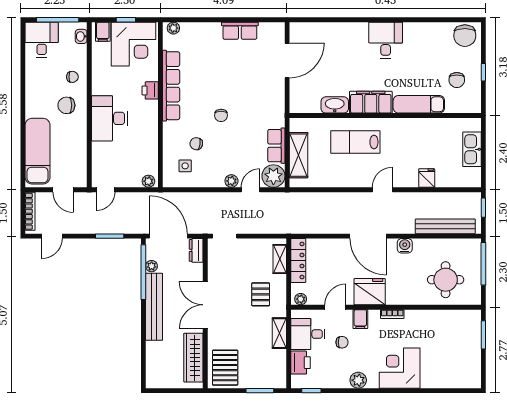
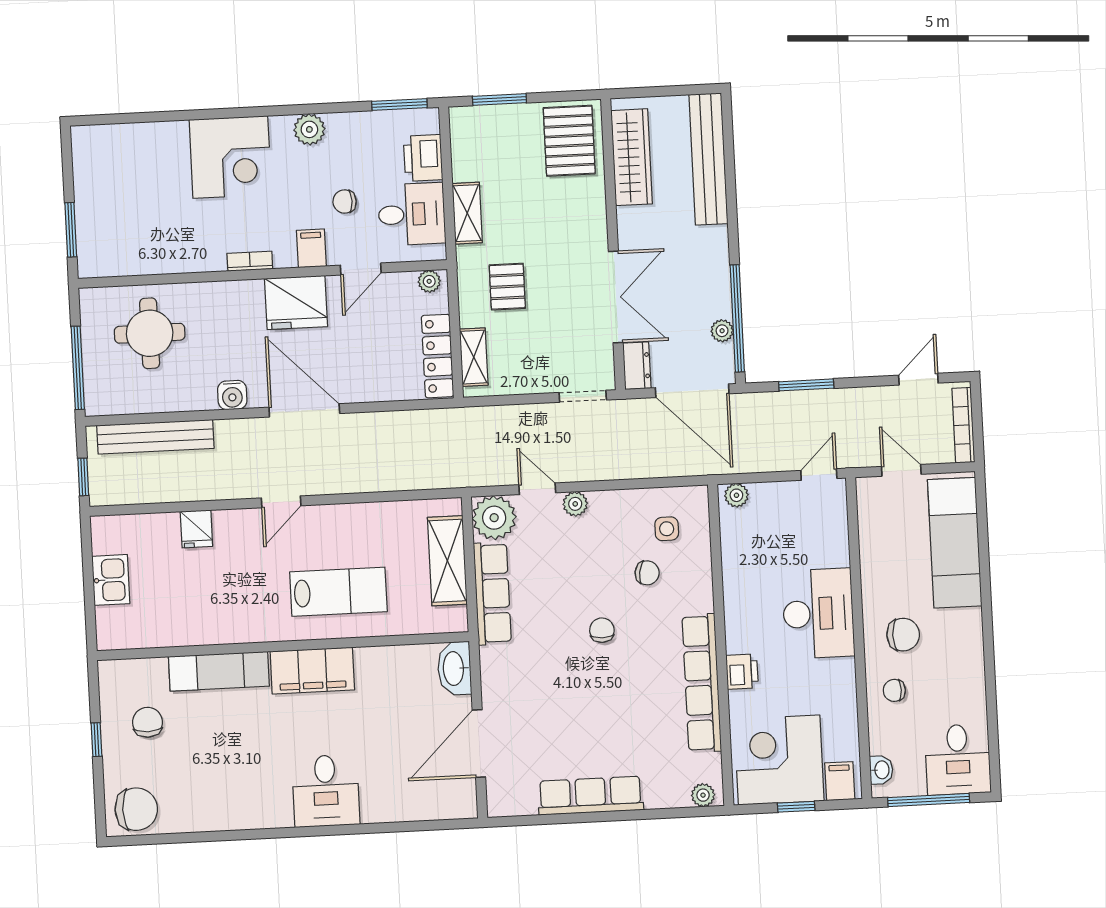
row of seats: (240, 31) -> (590, 796), width x1.48
chair: (465, 36) -> (136, 809), turned 90
desk: (386, 40) -> (326, 791), moved
washbasin: (335, 105) -> (454, 668), moved, turned 90
row of seats: (276, 146) -> (492, 593), width x1.48
kitchen sink: (472, 149) -> (111, 580), width x0.73
door: (251, 190) -> (537, 489), swing flipped
double door: (205, 305) -> (616, 297), moved
bench: (154, 307) -> (708, 159), moved
window: (311, 391) -> (399, 105), width x1.50

